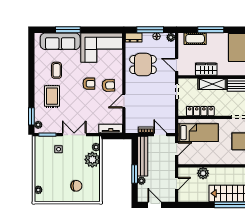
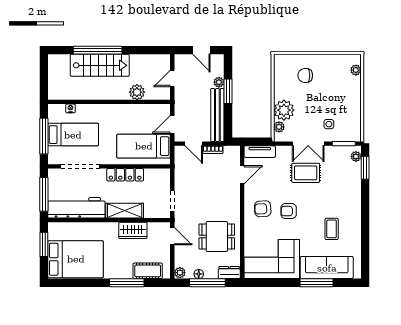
rug: (52, 96) -> (306, 173), moved, turned 90
door: (124, 101) -> (242, 175), moved
locker: (200, 111) -> (125, 175), moved

